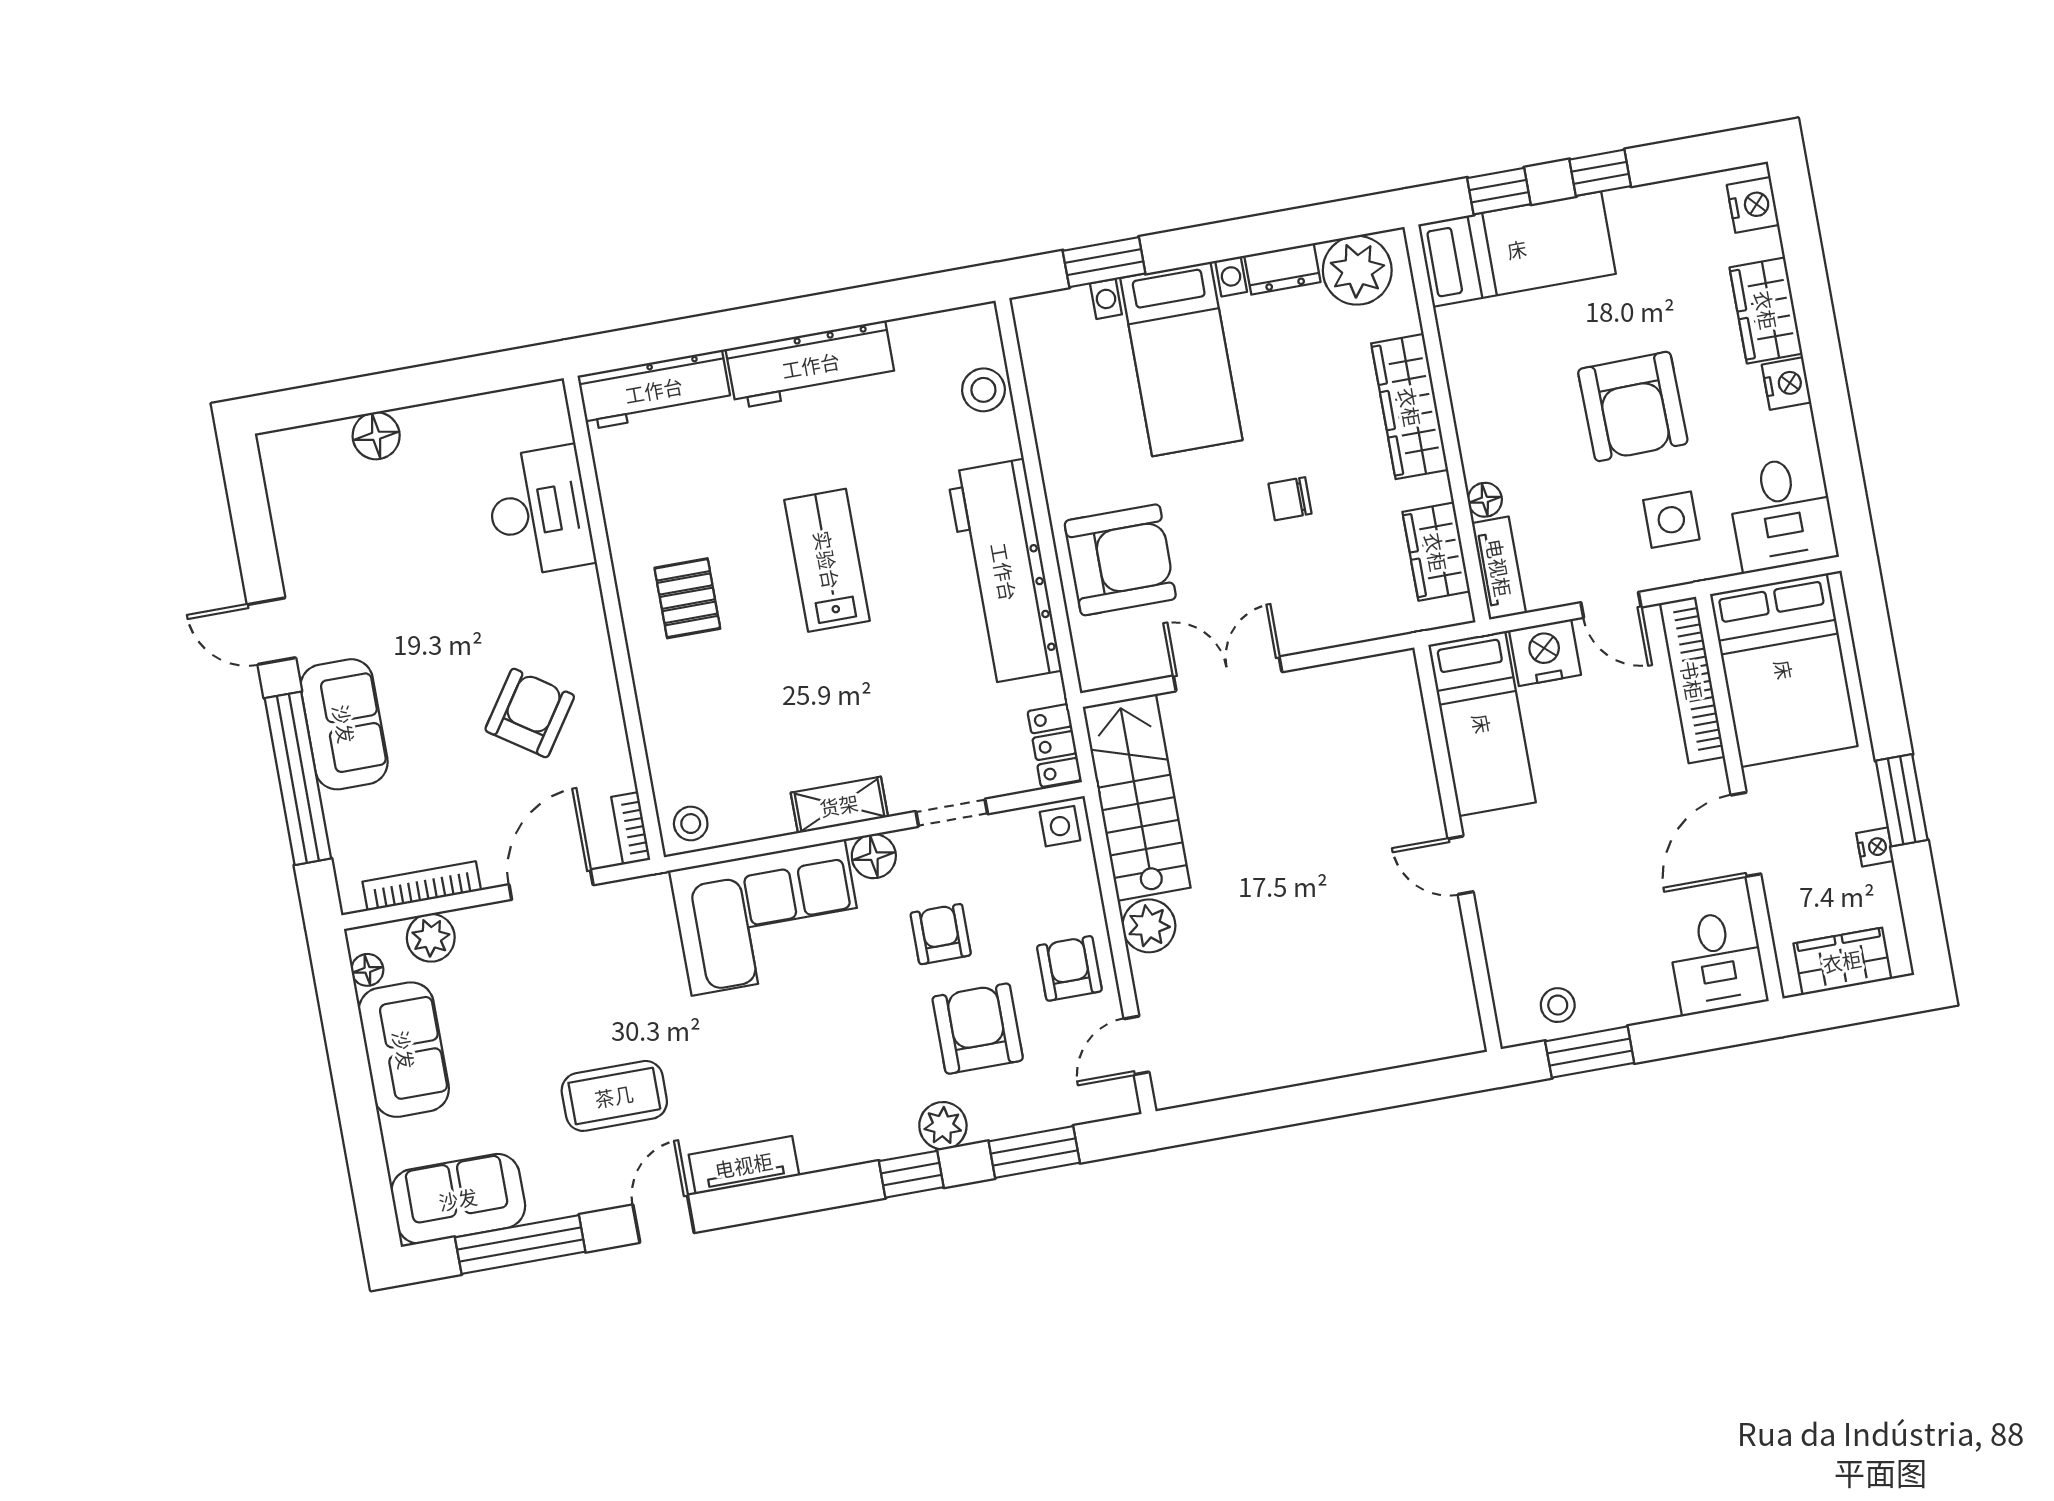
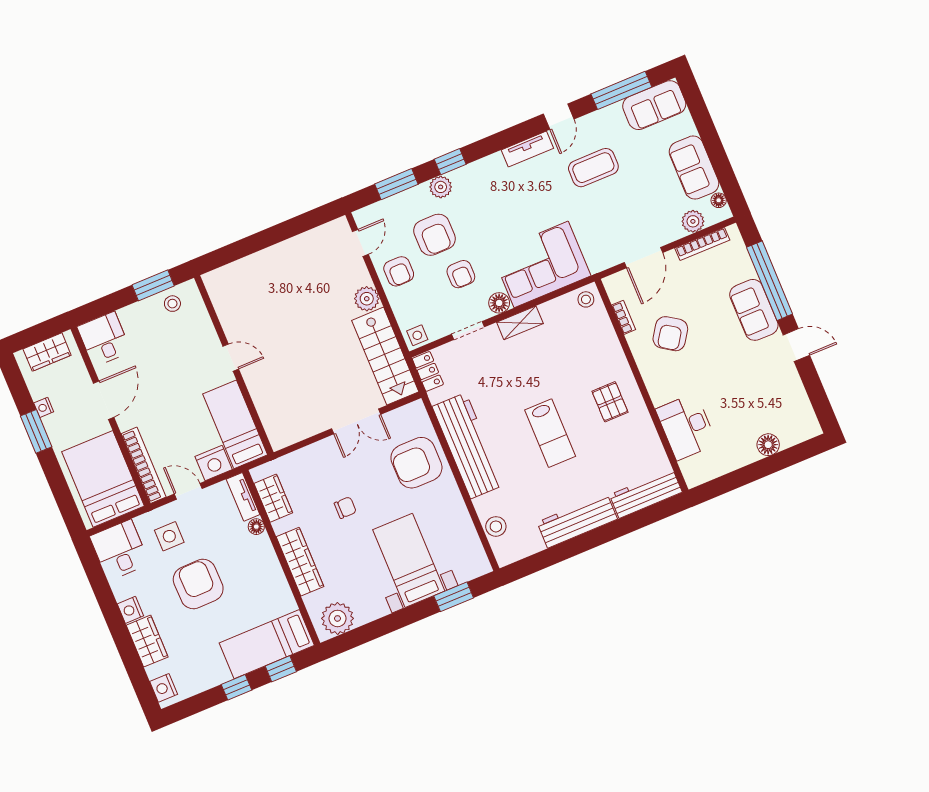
dresser: (1282, 269) -> (372, 612), removed
bookcase: (631, 828) -> (624, 317), moved

